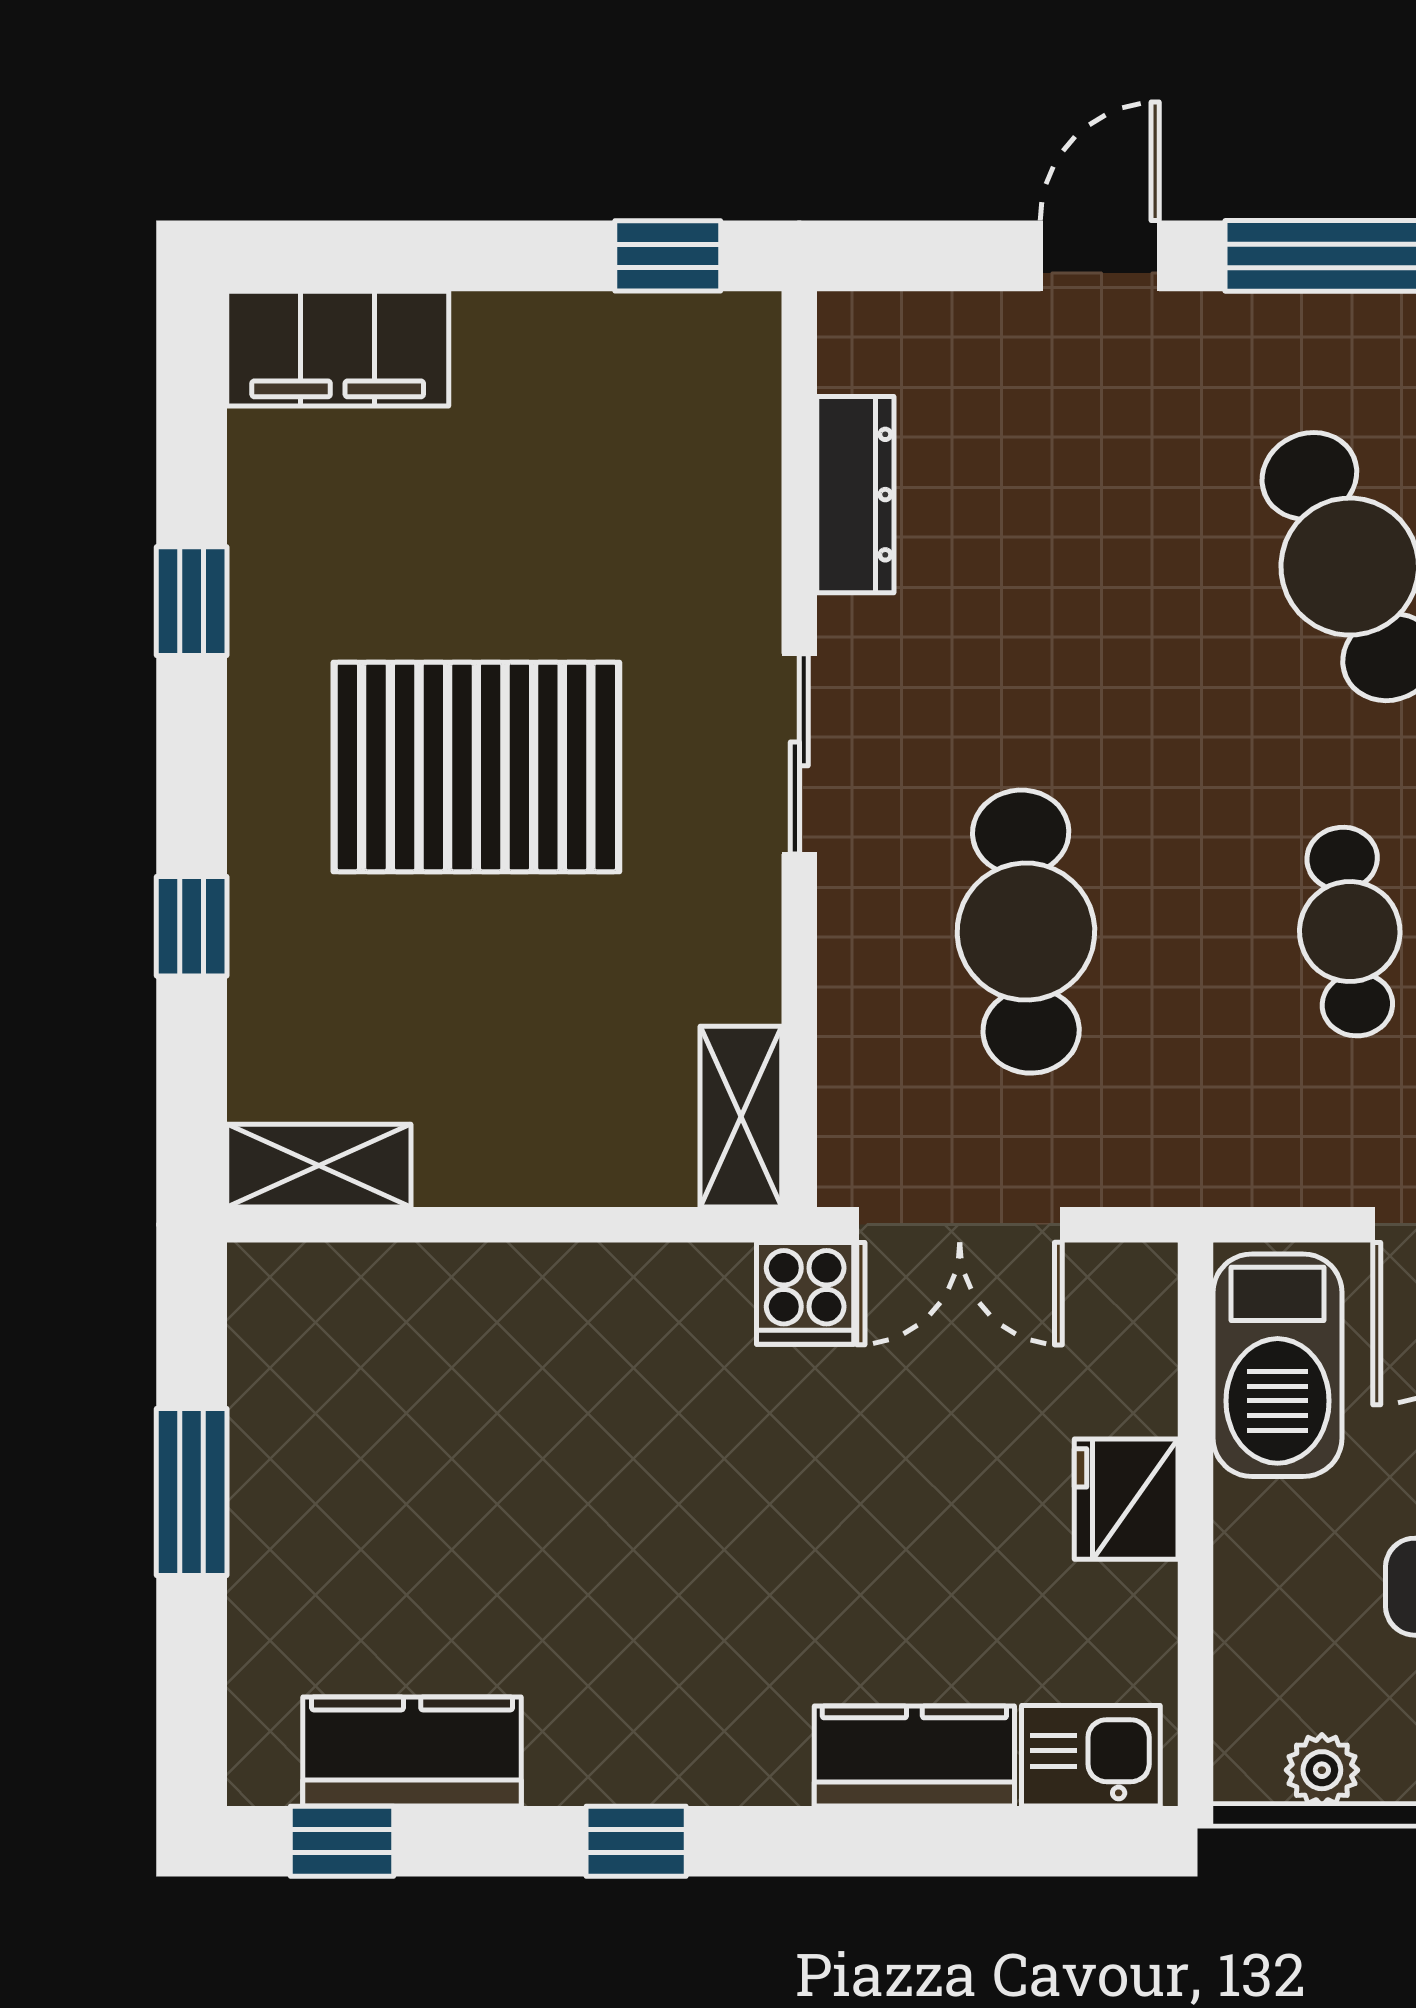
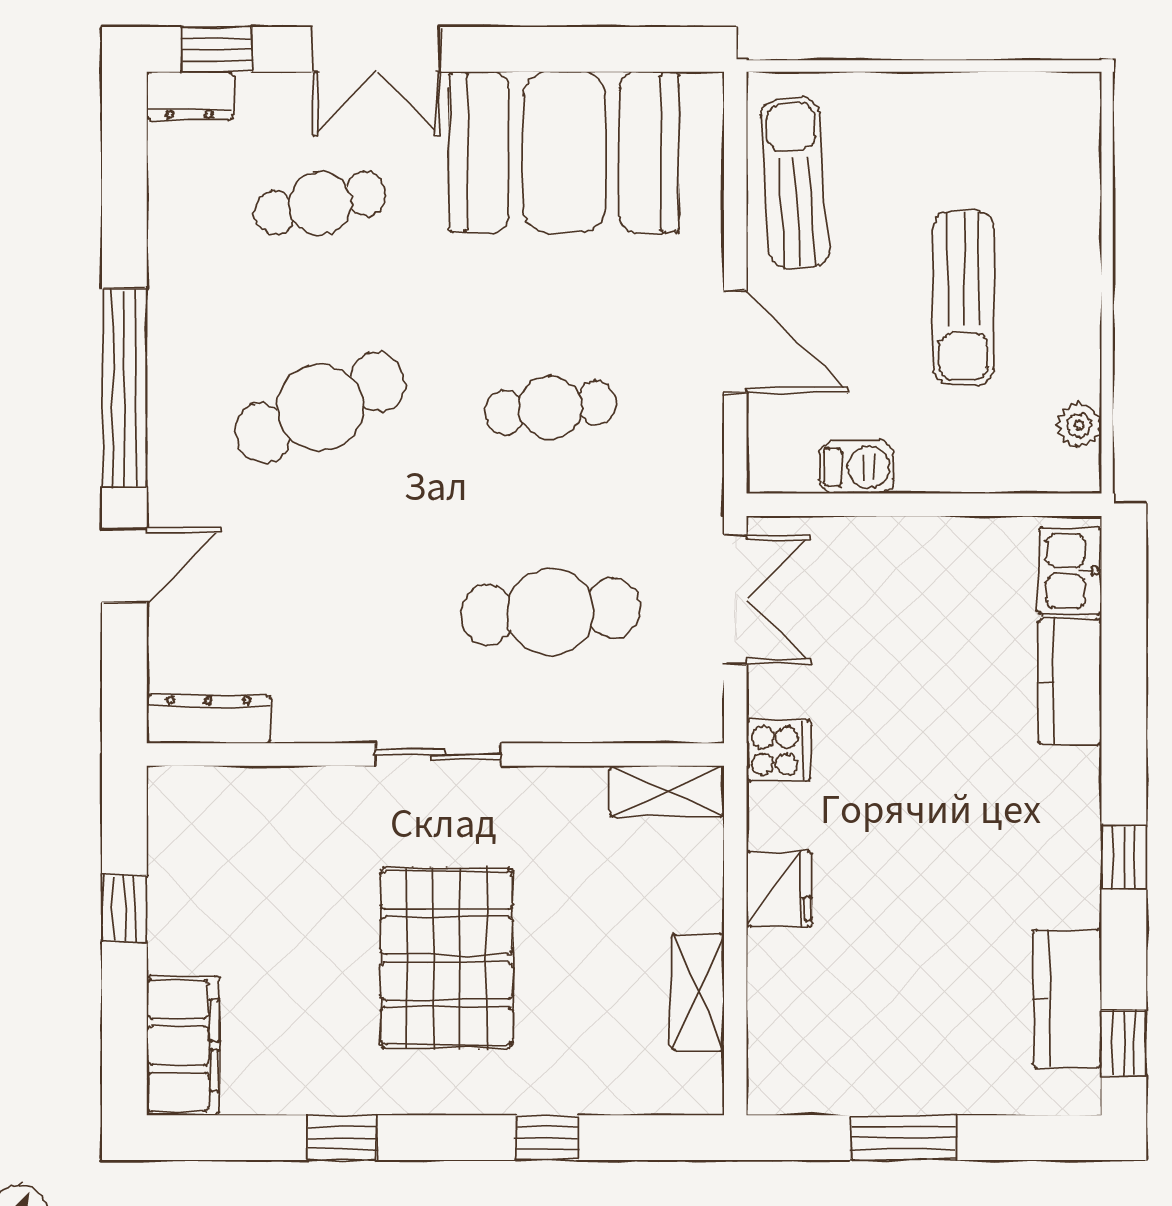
window: (668, 256) -> (124, 908), moved
door: (1100, 256) -> (124, 565), swing flipped
dresser: (855, 495) -> (209, 719), moved
shelving: (319, 1166) -> (698, 992), moved
double door: (960, 1225) -> (735, 599), moved
barbecue: (1278, 1365) -> (857, 467), width x0.53, depth x0.65
fridge: (1126, 1499) -> (779, 889), moved, turned -90

